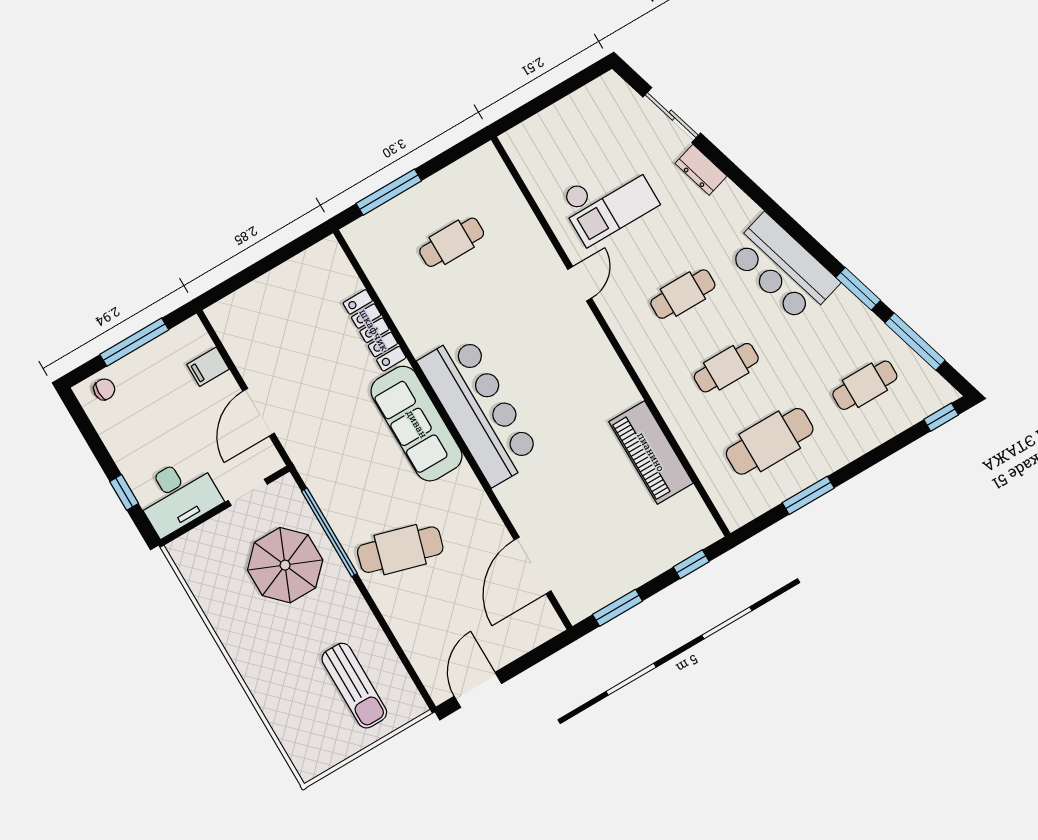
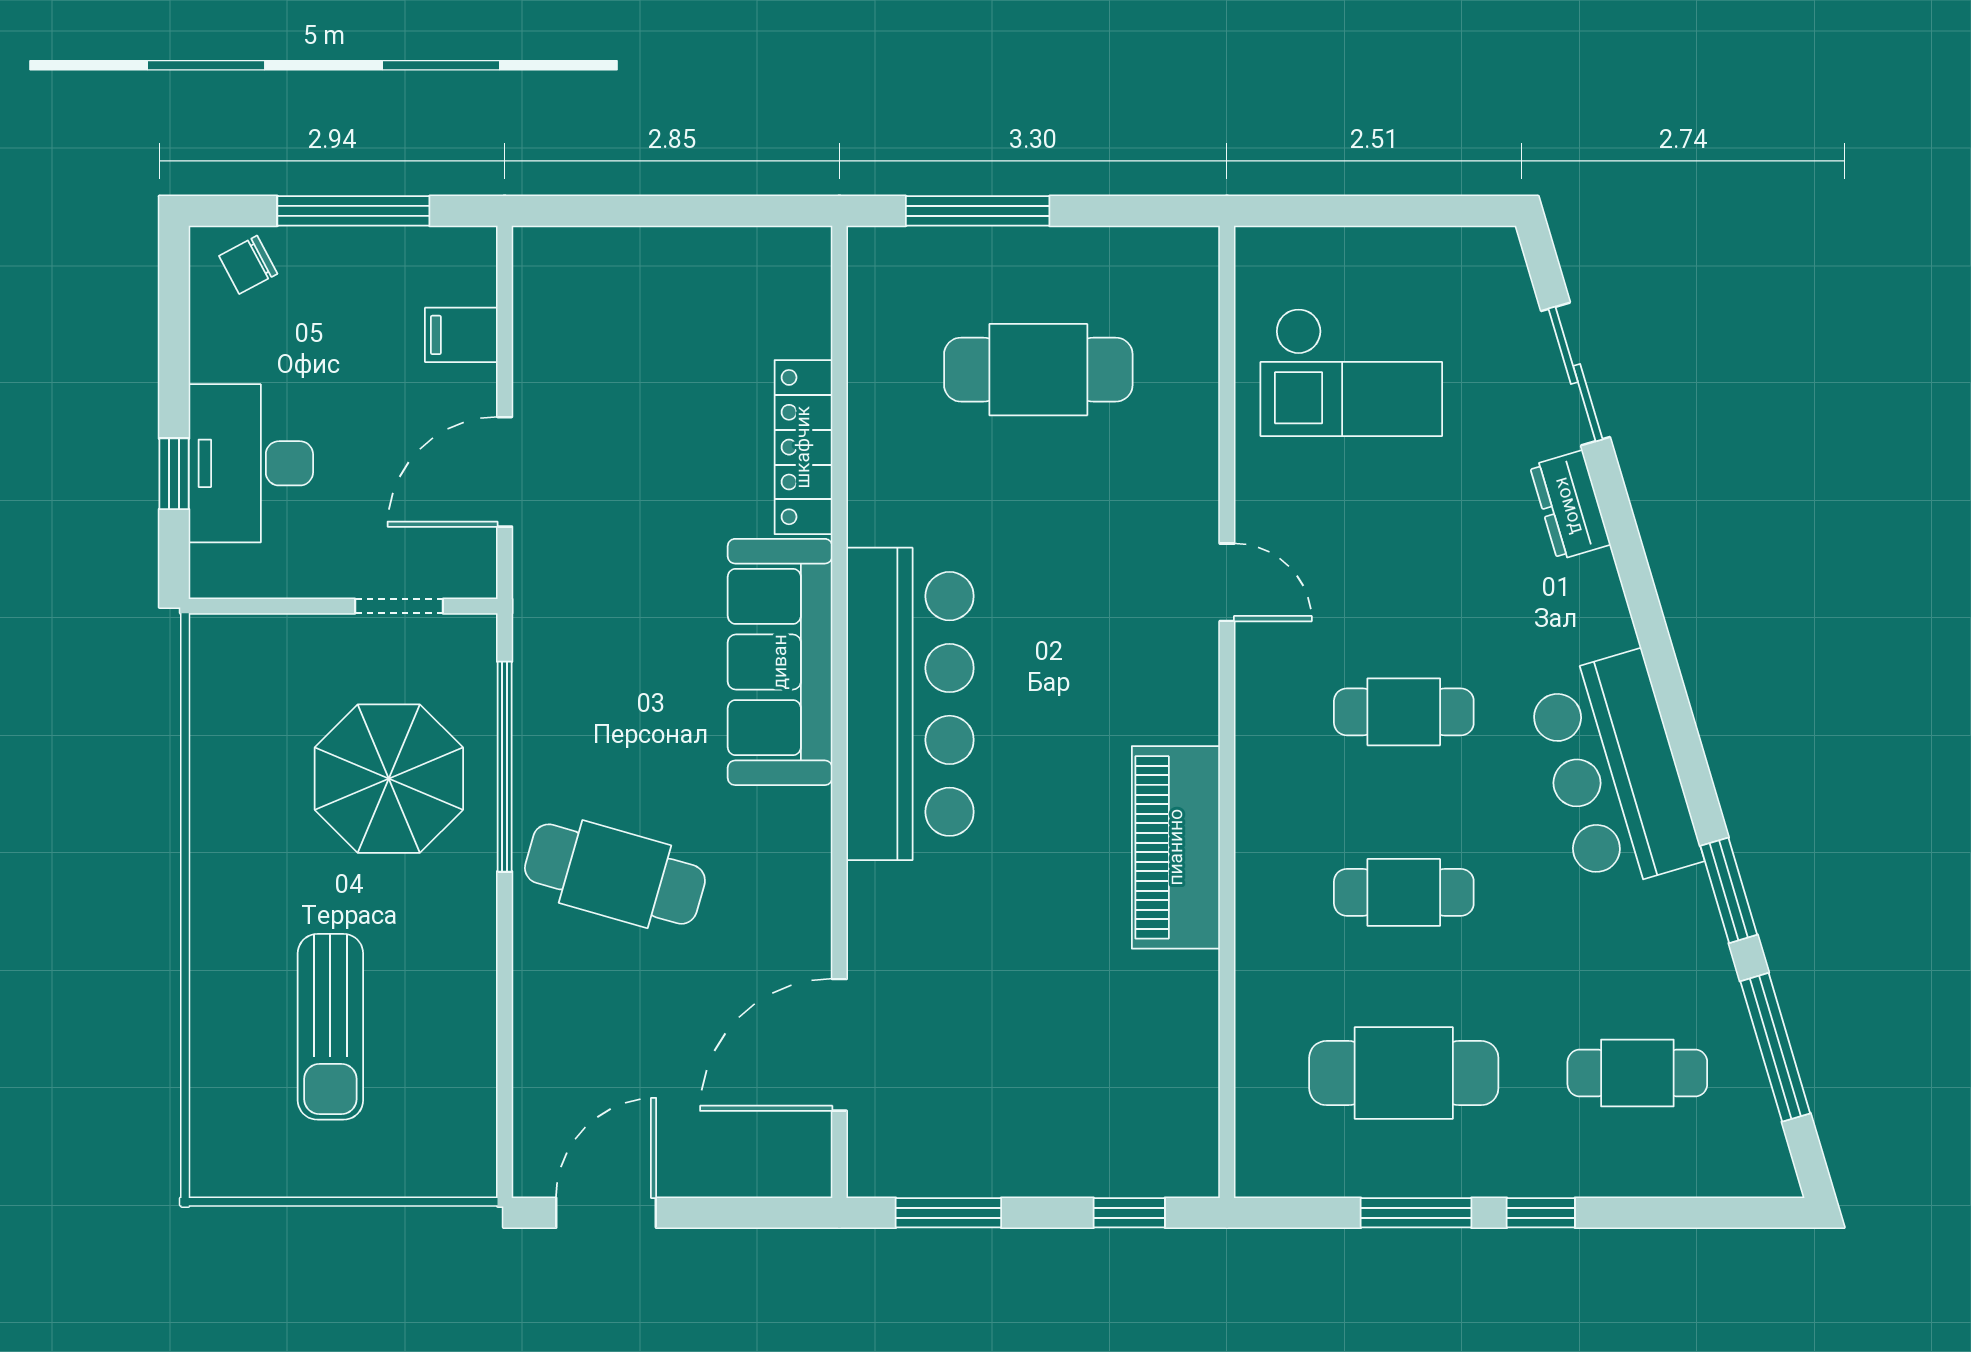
checkout: (608, 200) -> (1351, 372), moved
cafe table: (452, 242) -> (1038, 370), width x1.37, depth x1.35
door: (580, 284) -> (1227, 582), hinge flipped
chair: (104, 389) -> (248, 265), turned 152
window: (941, 417) -> (1541, 1213), moved
piano: (651, 452) -> (1176, 847), moved
desk: (178, 496) -> (251, 463), moved, turned 90
sun lounger: (354, 686) -> (330, 1027), moved

